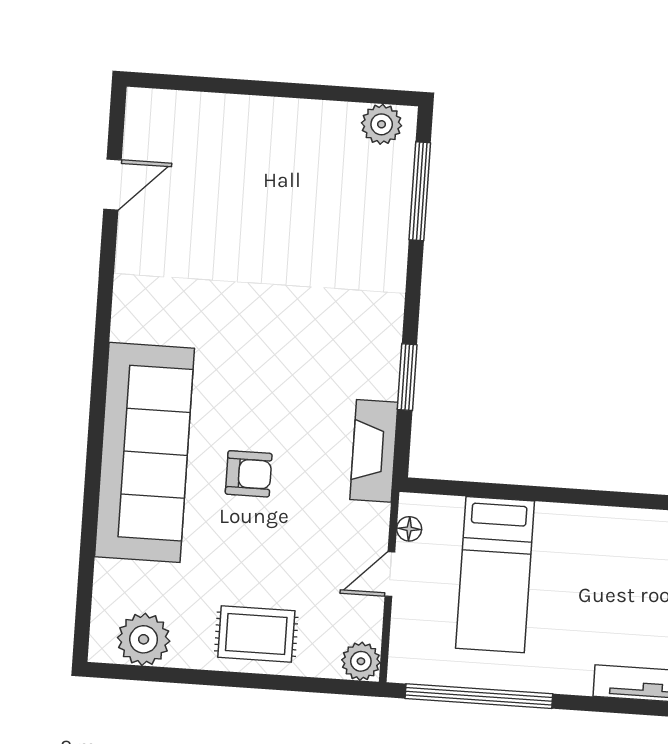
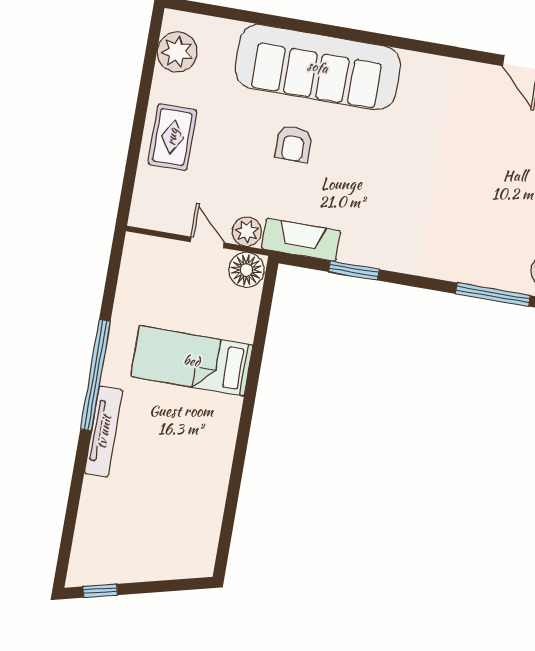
floor lamp: (409, 529) -> (246, 270), width x1.89, depth x1.89
bed: (495, 575) -> (192, 361), moved
plant: (361, 661) -> (247, 232), moved
window: (479, 696) -> (95, 375), moved

